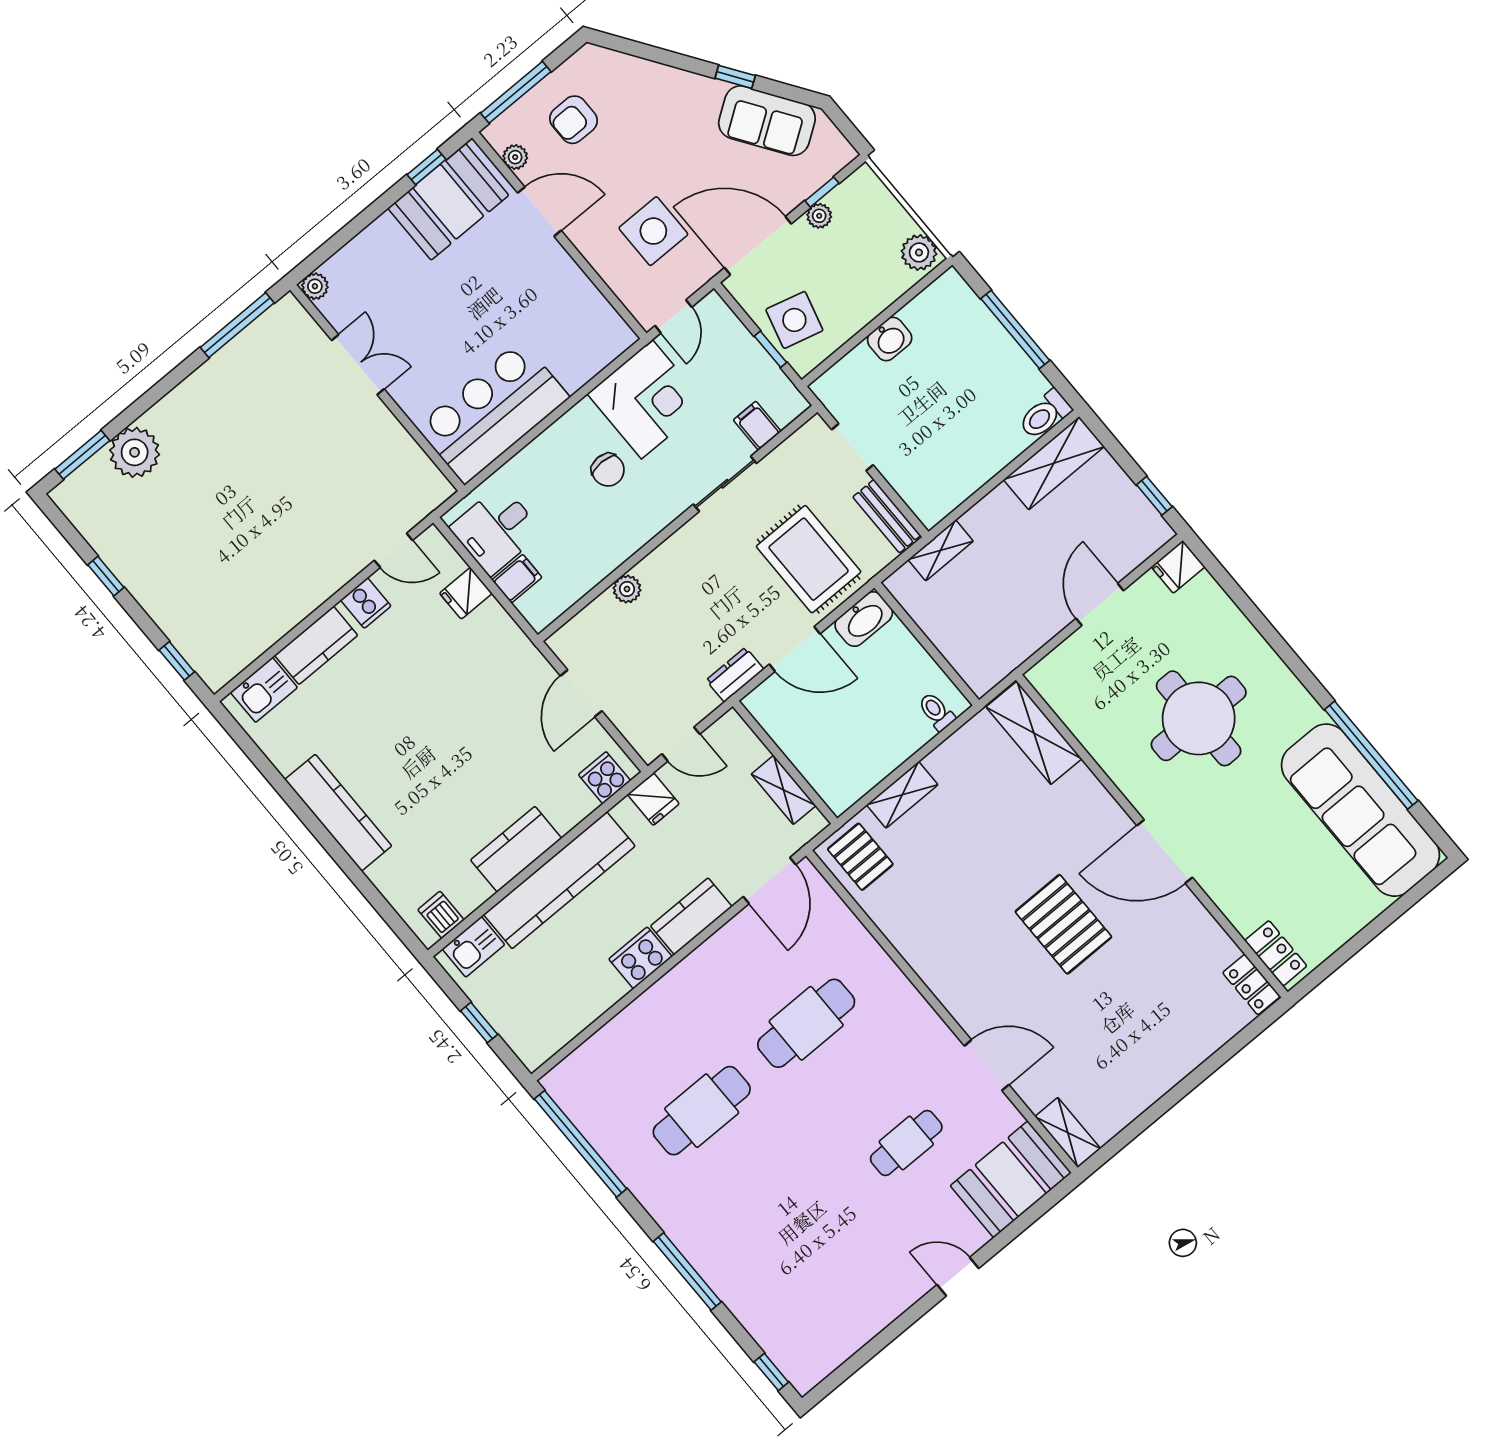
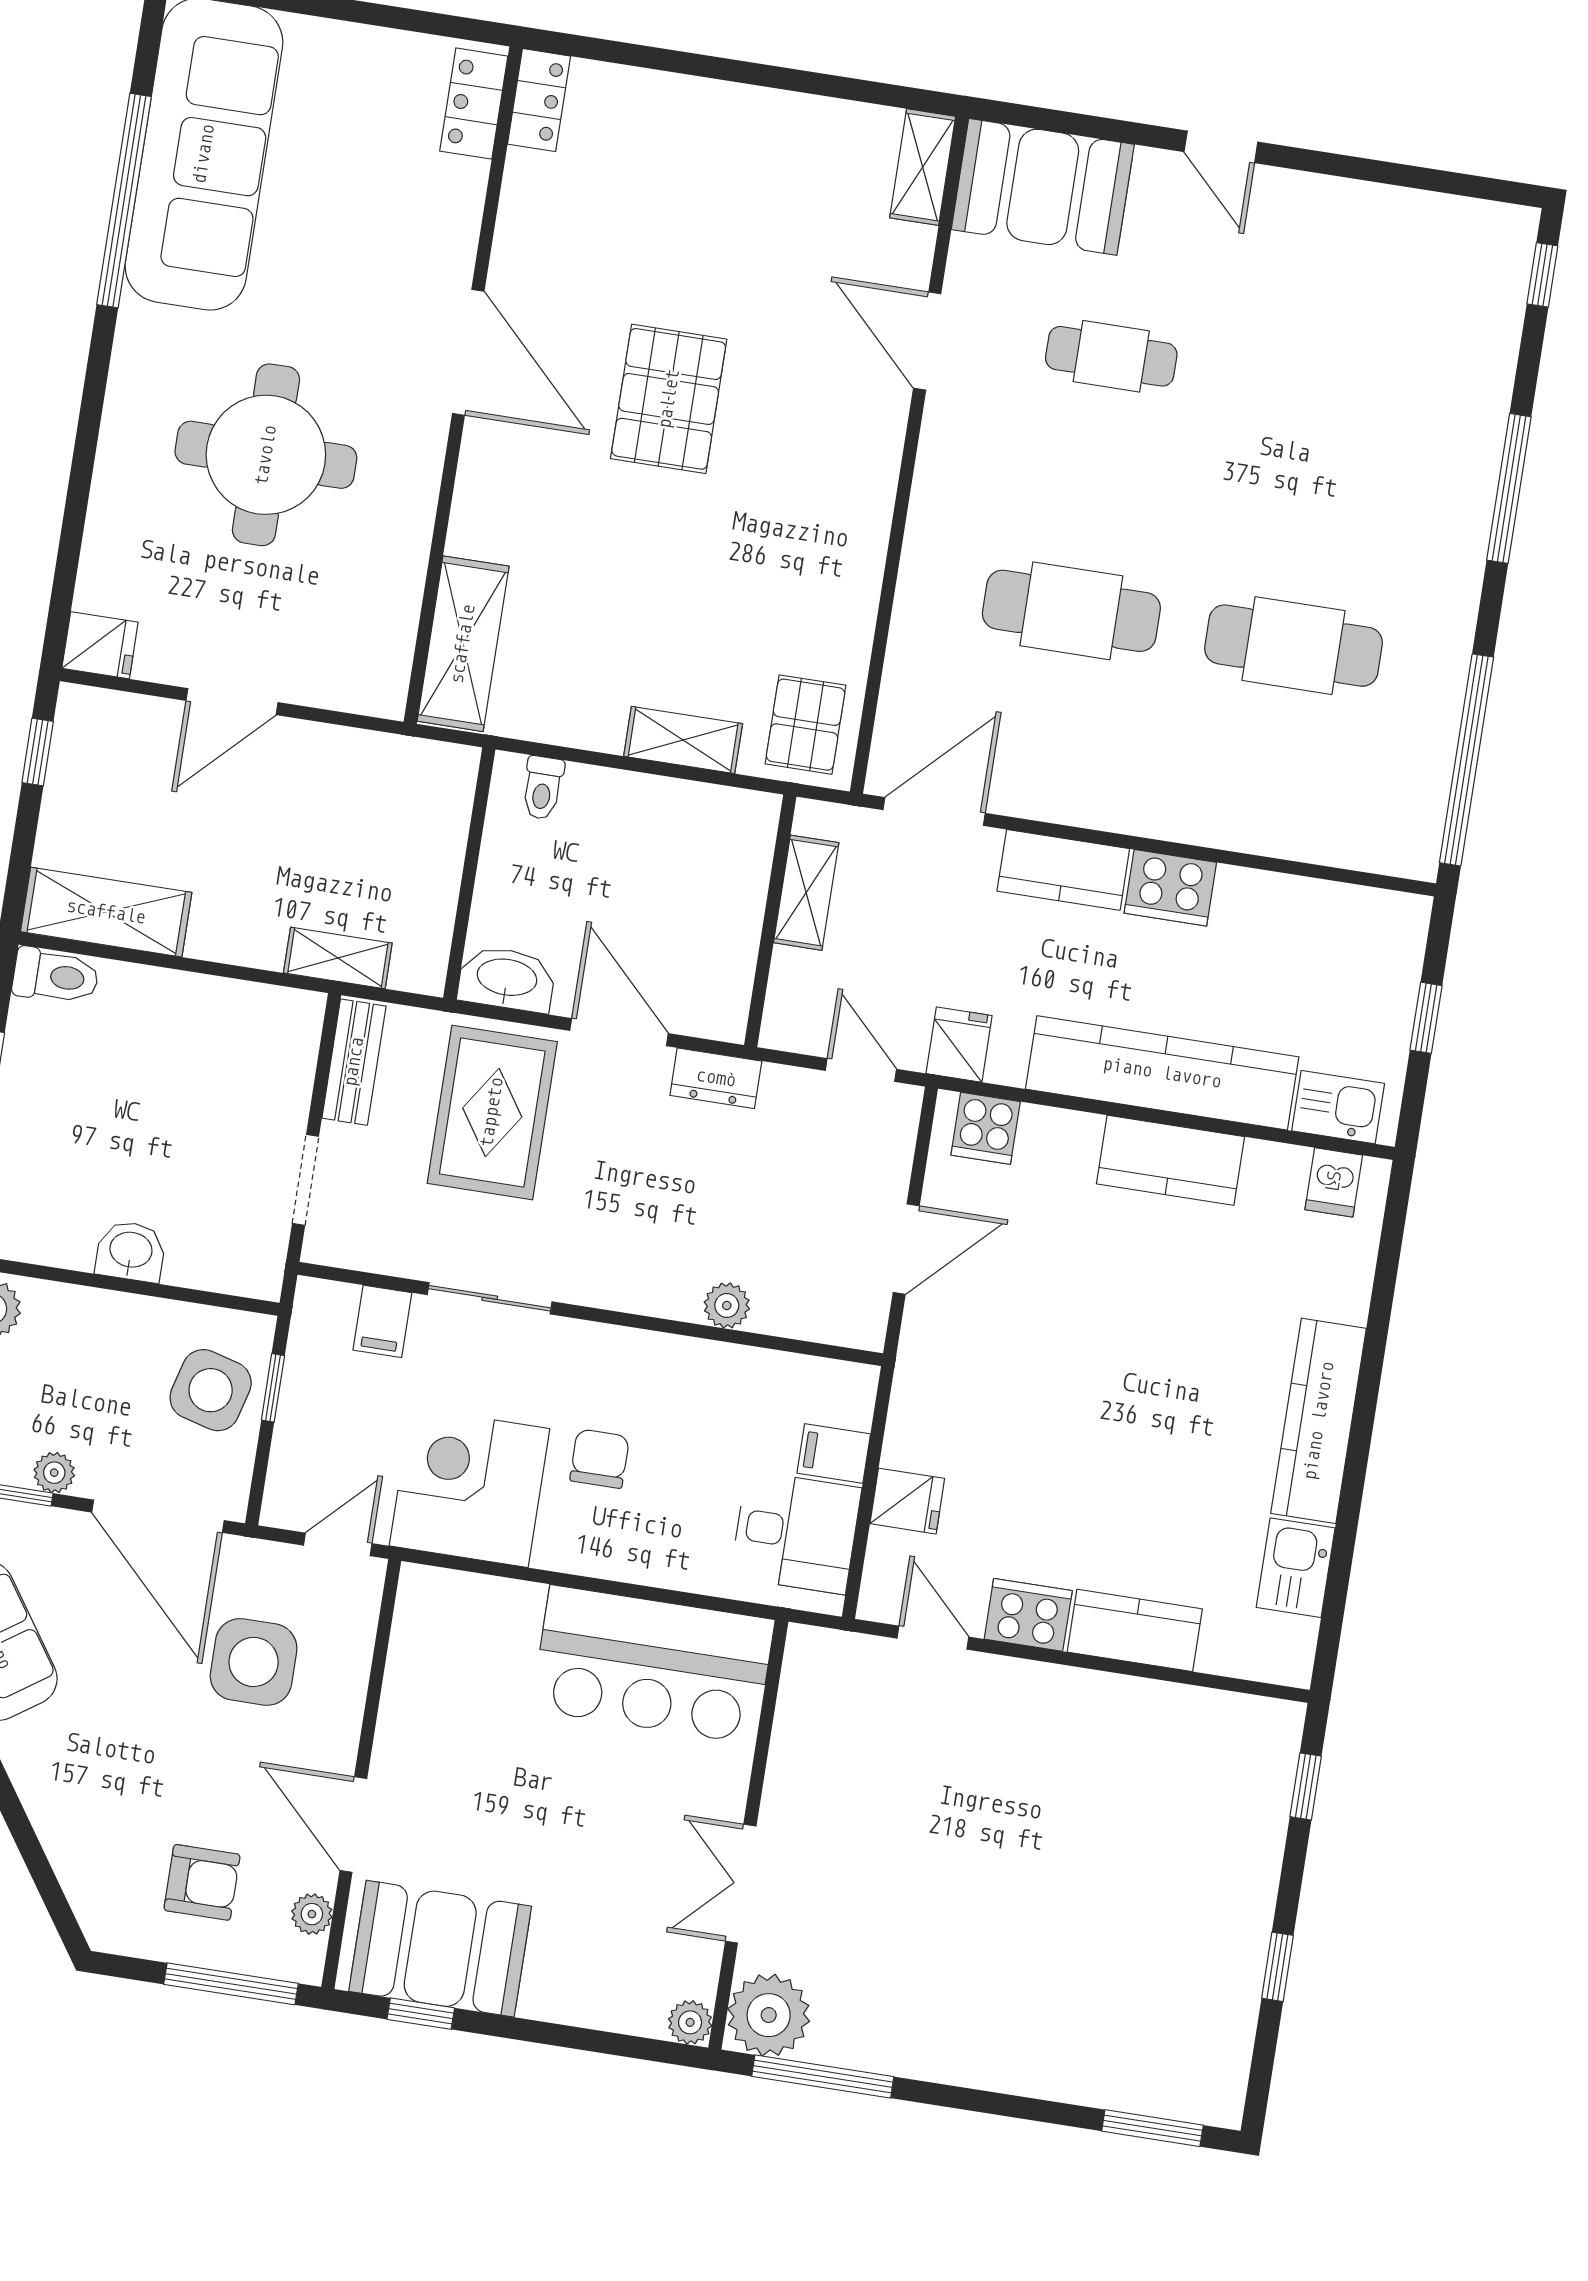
plant: (135, 452) -> (769, 2015), moved
cooker: (366, 603) -> (1028, 1615), width x1.36
kitchen sink: (264, 690) -> (1296, 1568), moved, turned -90

